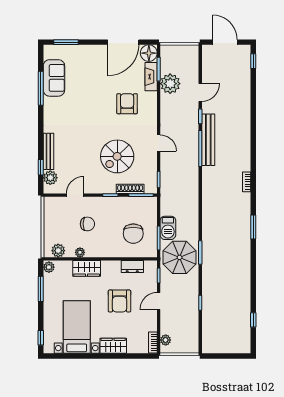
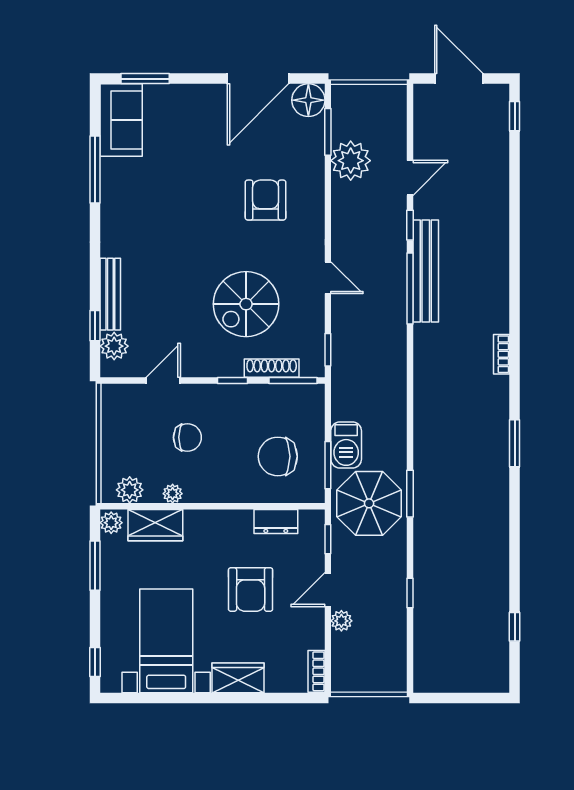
fireplace: (151, 77) -> (313, 147), removed
sofa: (54, 78) -> (121, 120), moved
chair: (133, 234) -> (278, 456), turned 90
wardrobe: (87, 268) -> (155, 525), moved
plant: (166, 340) -> (341, 621), moved

